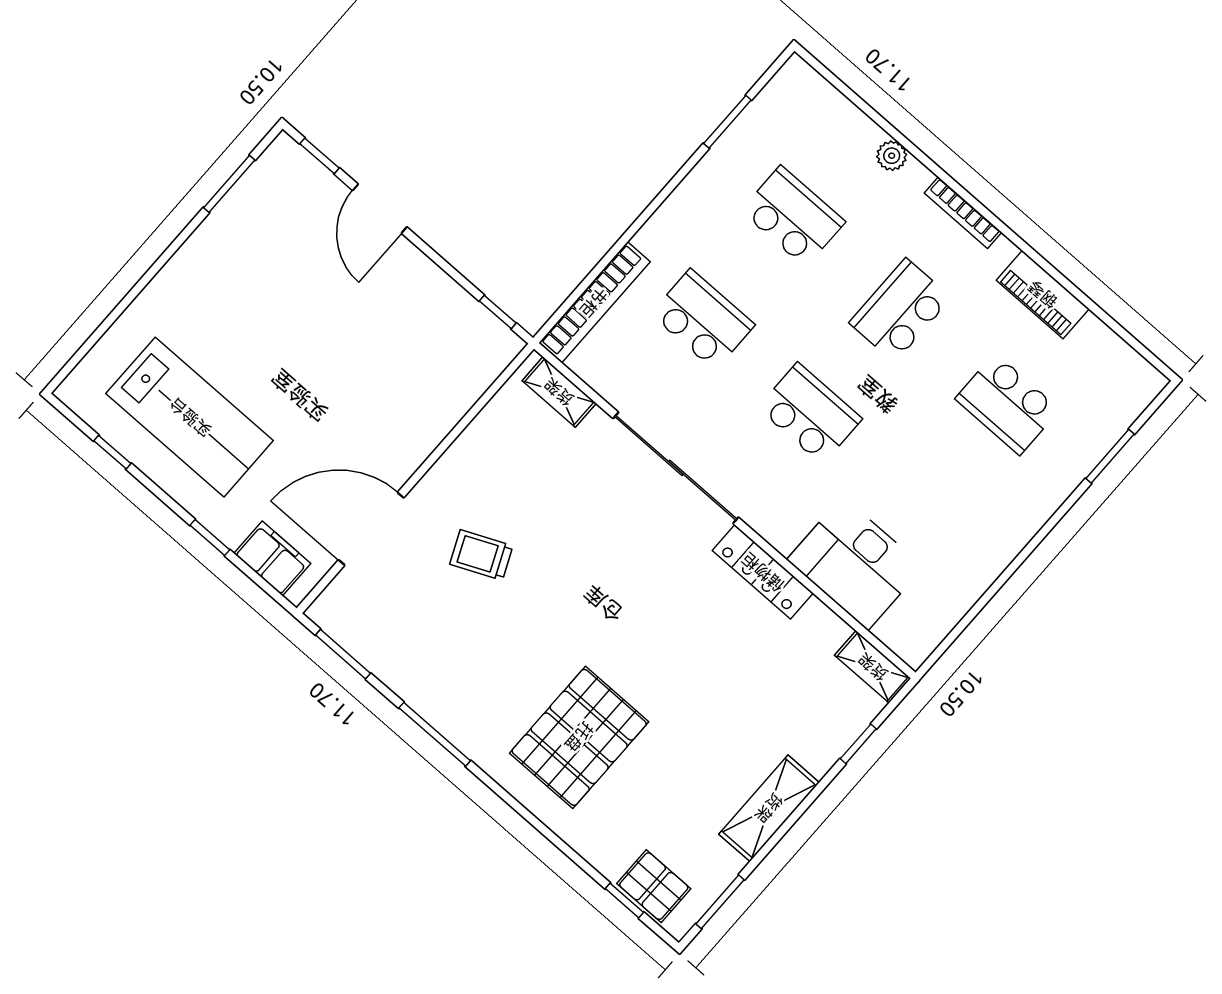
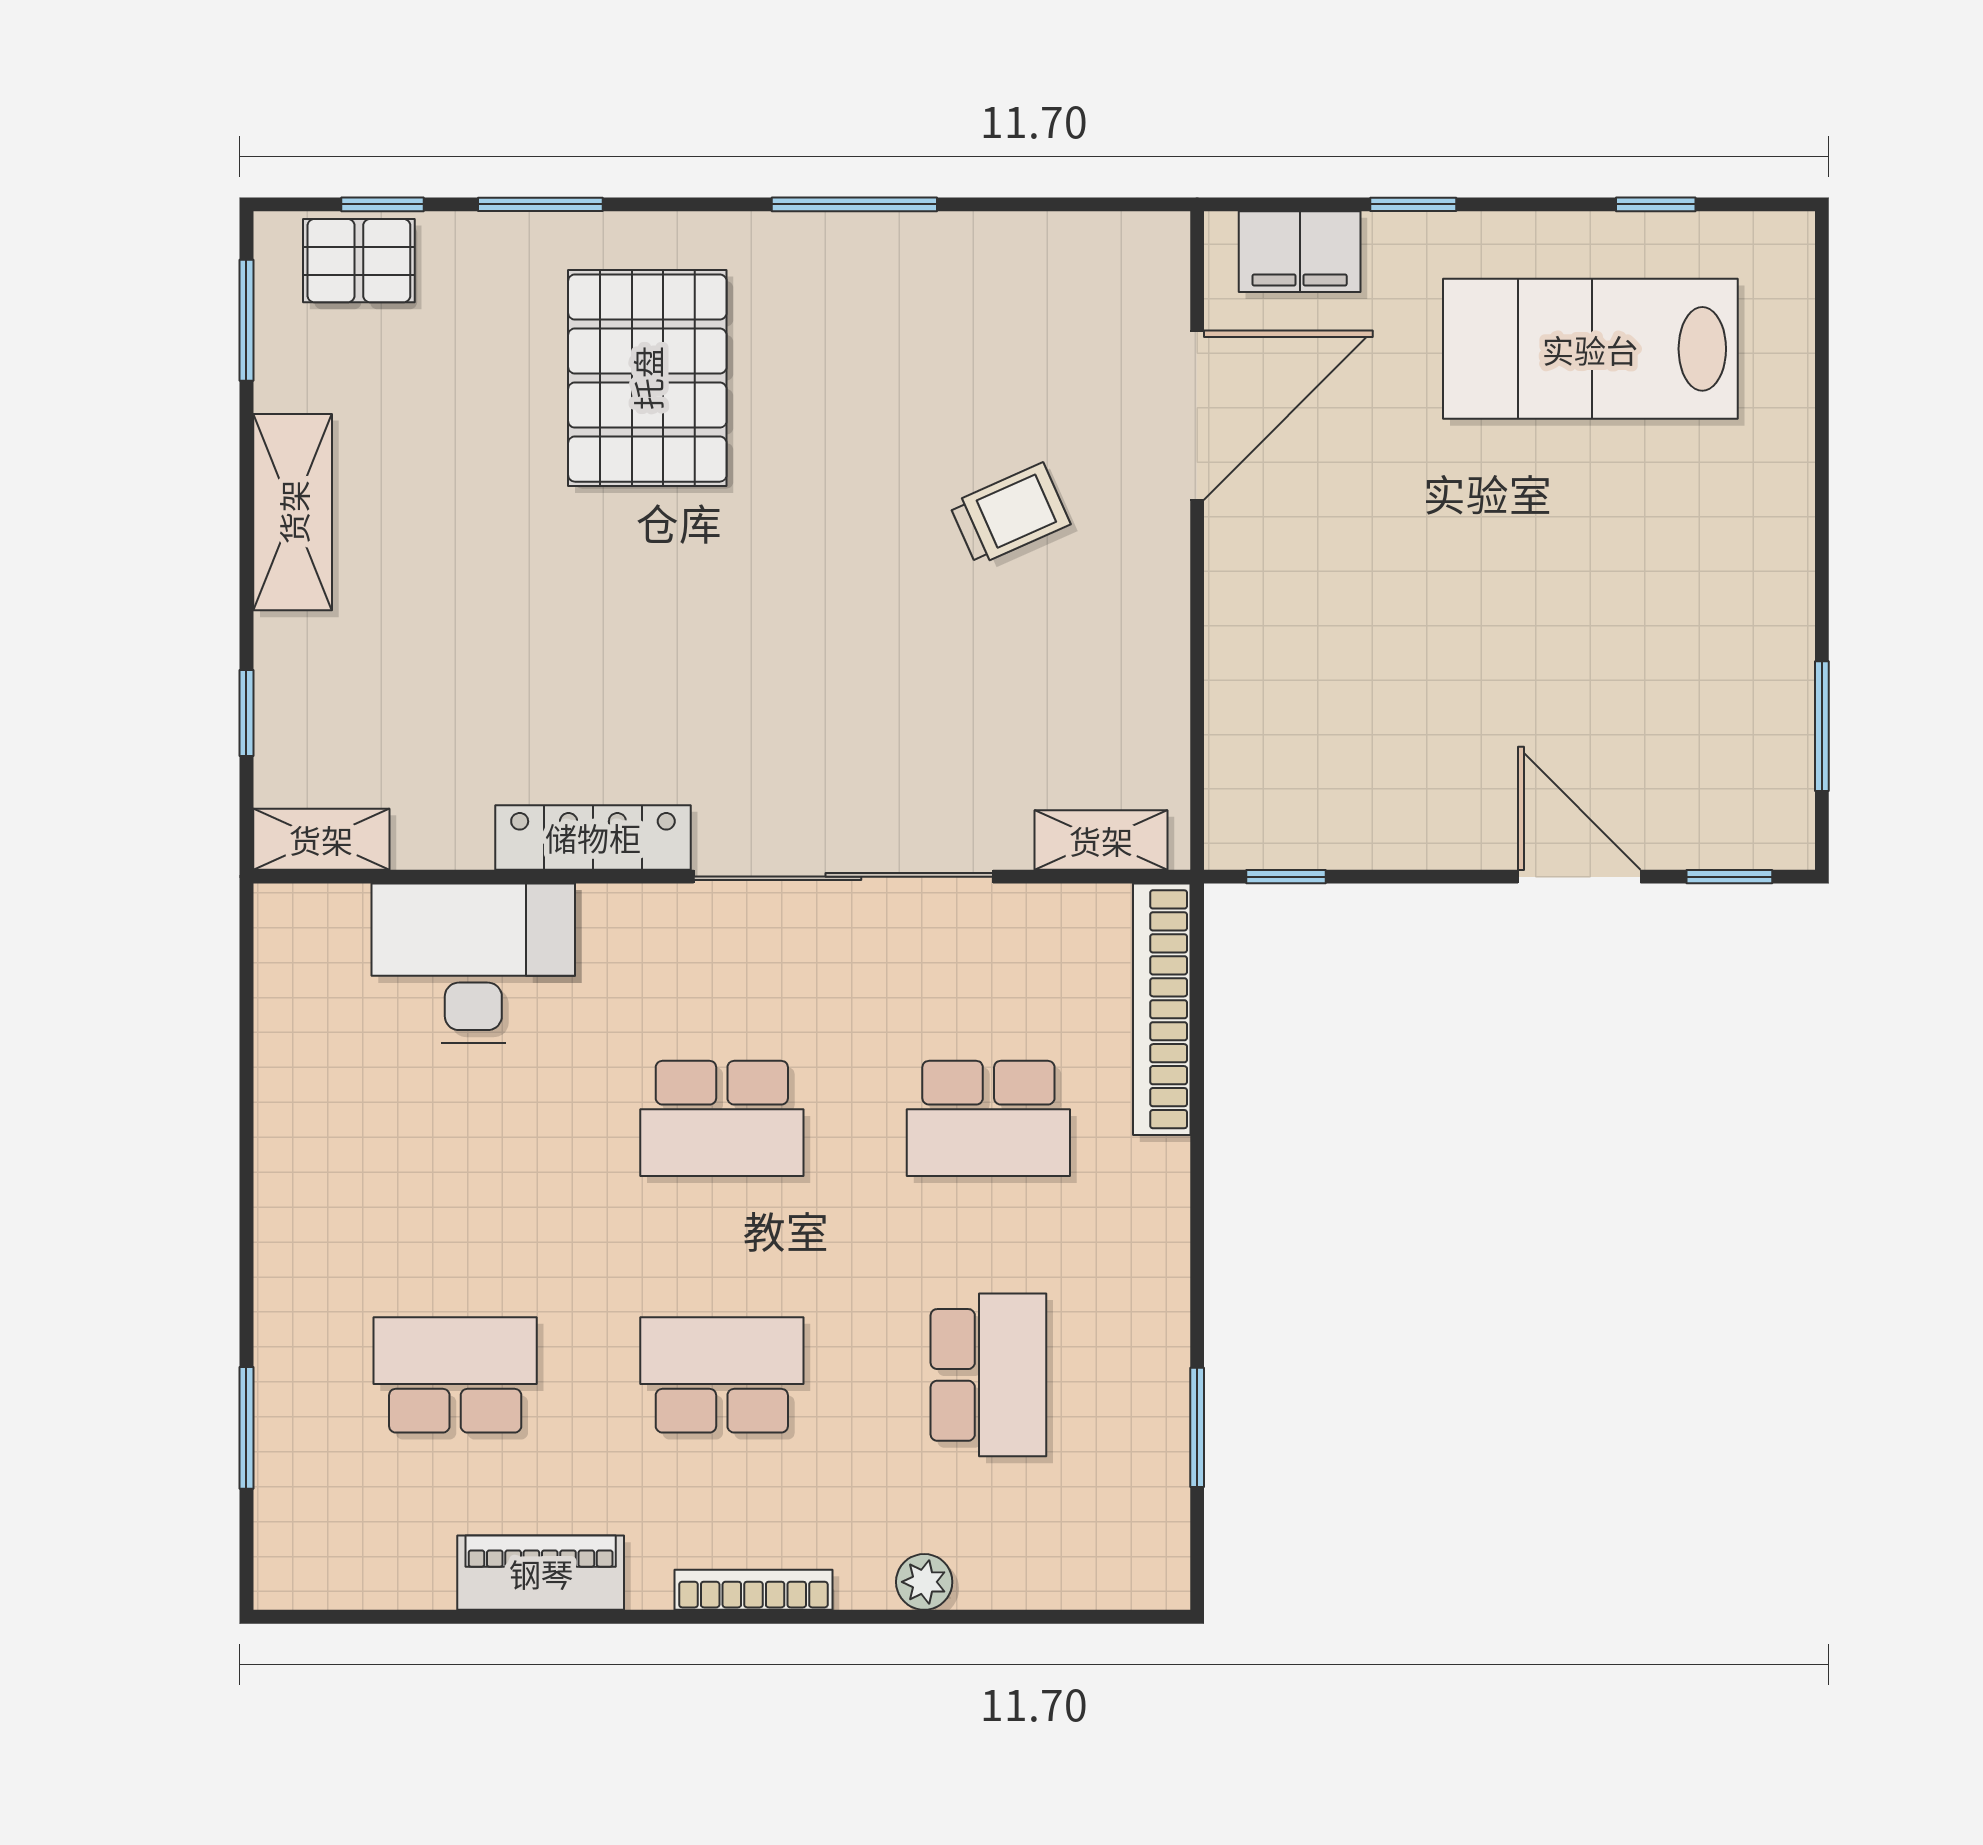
school desk: (793, 216) -> (988, 1375), turned -90
school desk: (900, 310) -> (722, 1375), turned -90
window: (343, 654) -> (540, 204), moved

